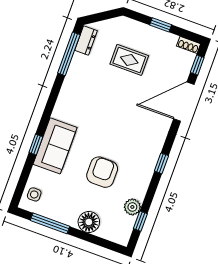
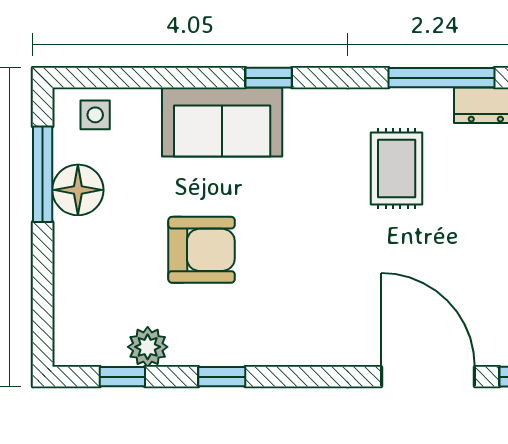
rug: (129, 60) -> (397, 169), moved
window: (36, 145) -> (269, 78), moved
window: (161, 163) -> (222, 377), moved
floor lamp: (89, 222) -> (78, 190), moved

